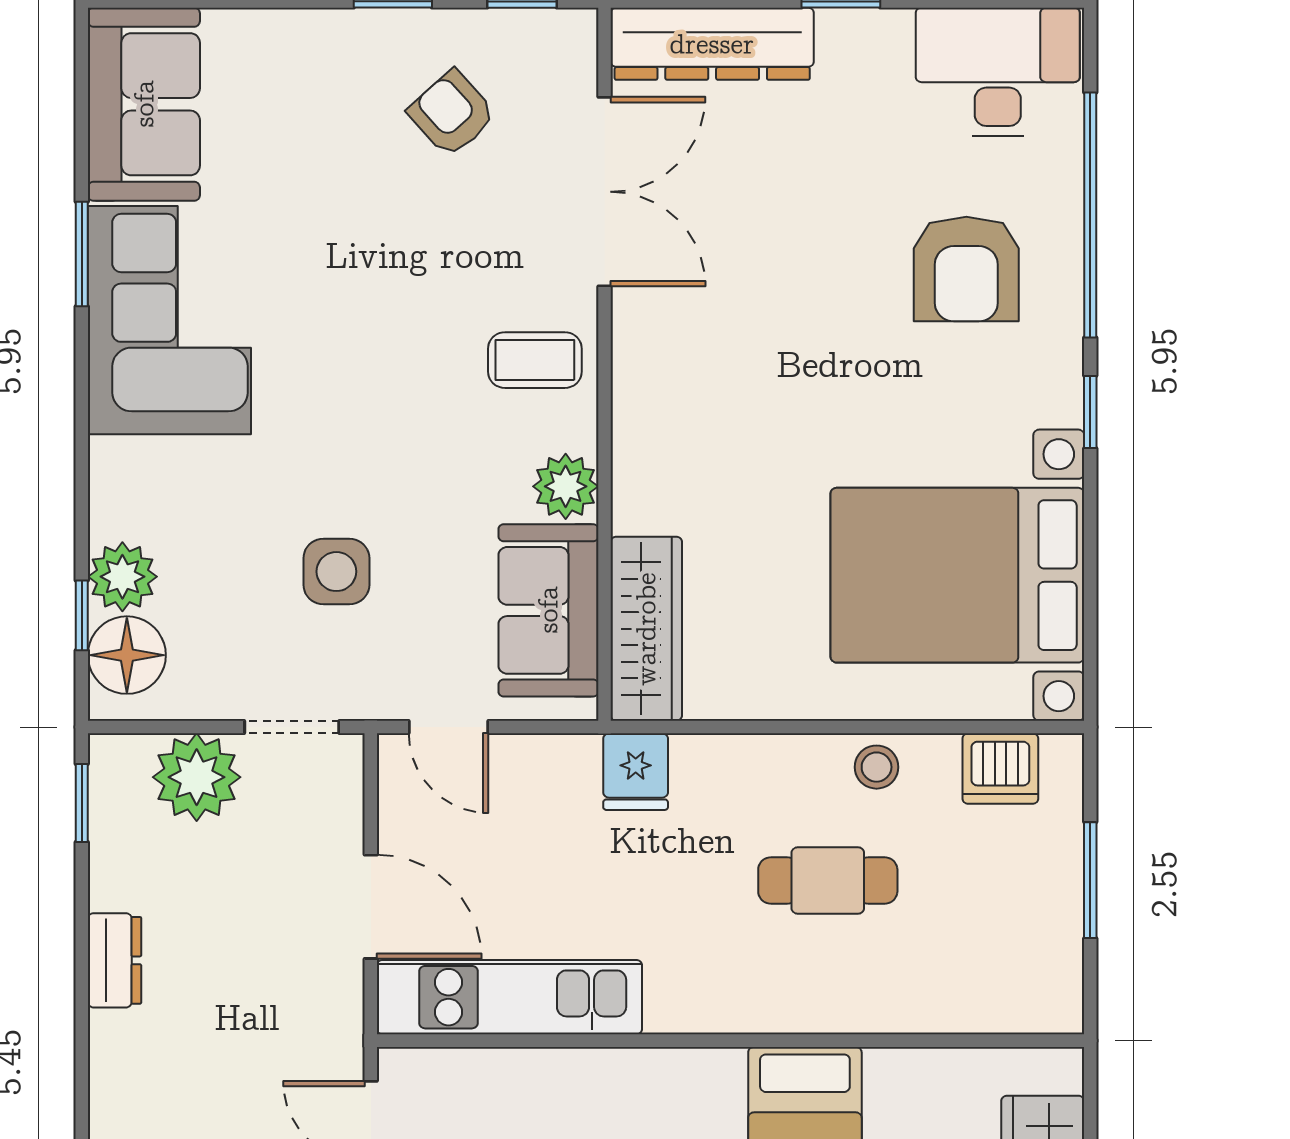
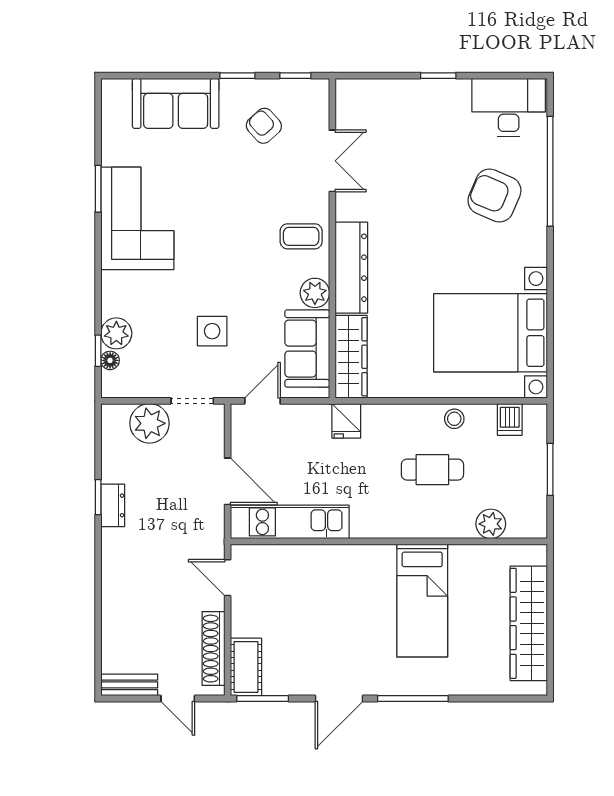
dresser: (712, 44) -> (351, 268), moved, turned -90
sofa: (144, 104) -> (176, 103), moved, turned 90
double door: (604, 192) -> (332, 161), width x0.73
armchair: (966, 269) -> (494, 196), turned 113
window: (1090, 412) -> (550, 260), removed
floor lamp: (127, 655) -> (110, 360), width x0.53, depth x0.53
door: (449, 727) -> (262, 401), swing flipped
dishwasher: (1000, 769) -> (510, 419), width x0.73
window: (82, 803) -> (98, 497), moved
plant: (958, 1002) -> (491, 524), added

